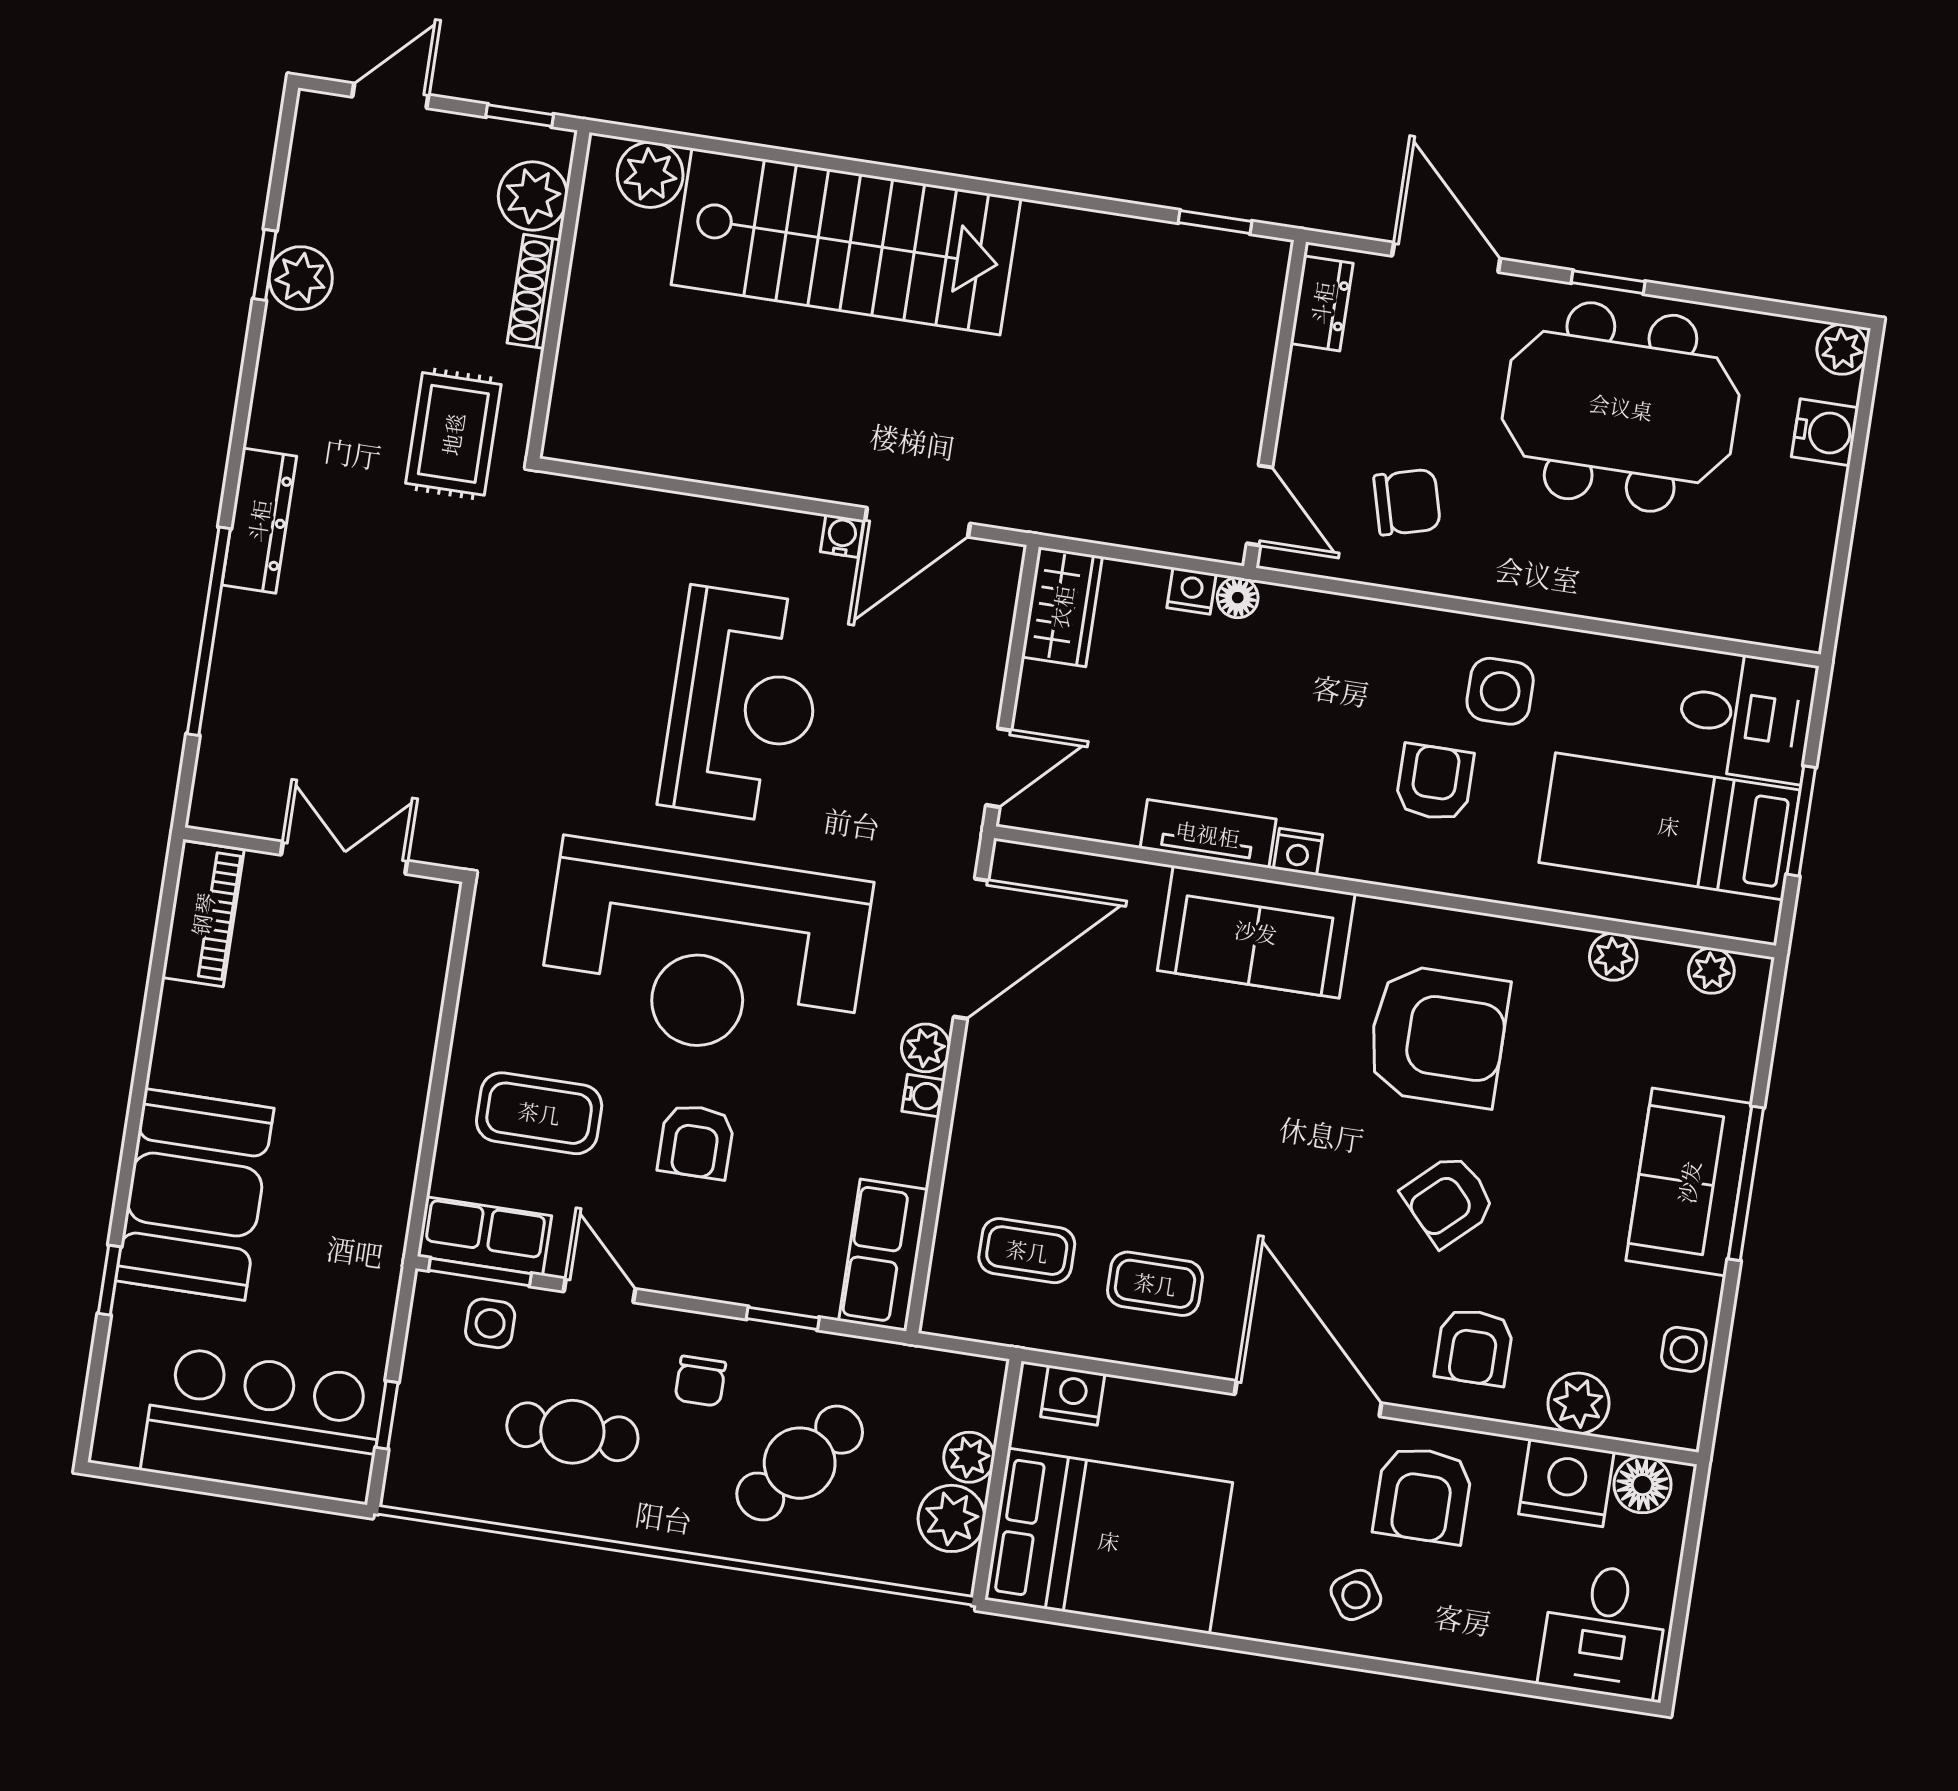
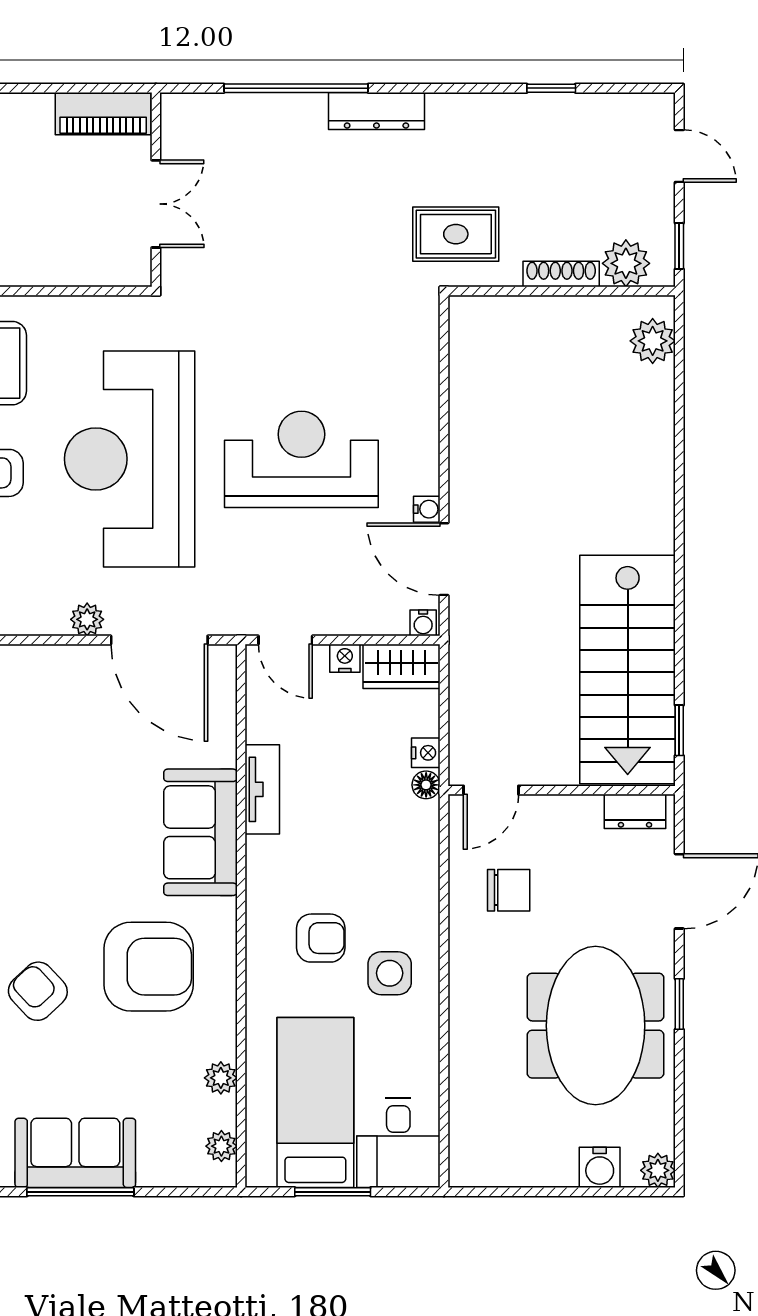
stairs: (846, 241) -> (628, 669), moved
plant: (301, 278) -> (546, 114), removed
chair: (1407, 502) -> (509, 890), turned -75
reception desk: (743, 705) -> (301, 459), turned 180
nightstand: (1298, 852) -> (345, 658), moved, turned 90
armchair: (1438, 1036) -> (149, 967), turned -90
water cooler: (923, 1096) -> (423, 623), moved

